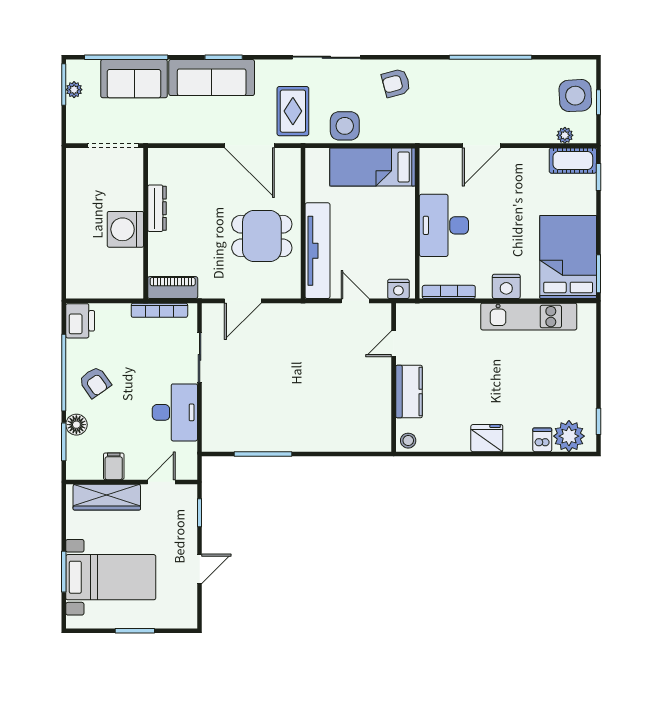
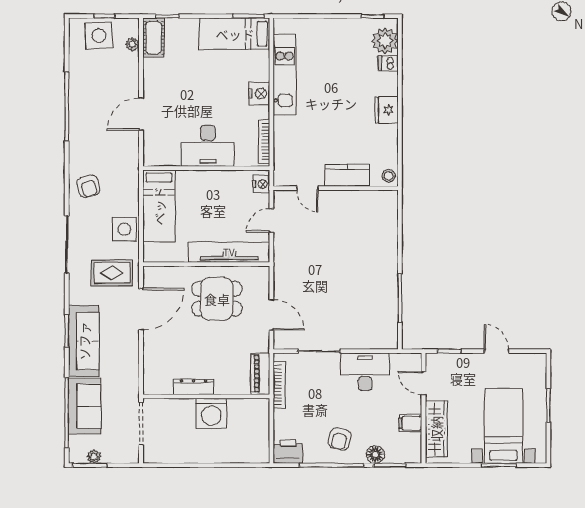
door: (482, 146) -> (141, 114), swing flipped
dining table: (262, 236) -> (217, 299), turned 90
bed: (568, 257) -> (235, 34), width x0.67
armchair: (95, 382) -> (340, 439), turned 139

